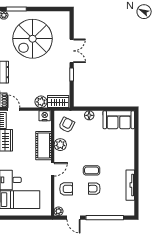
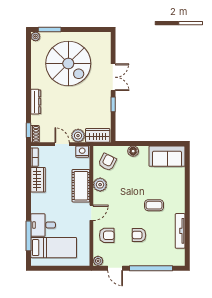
spiral stairs: (33, 39) -> (68, 63), turned -90
door: (14, 109) -> (62, 144), moved
coffee table: (92, 170) -> (154, 205), moved

